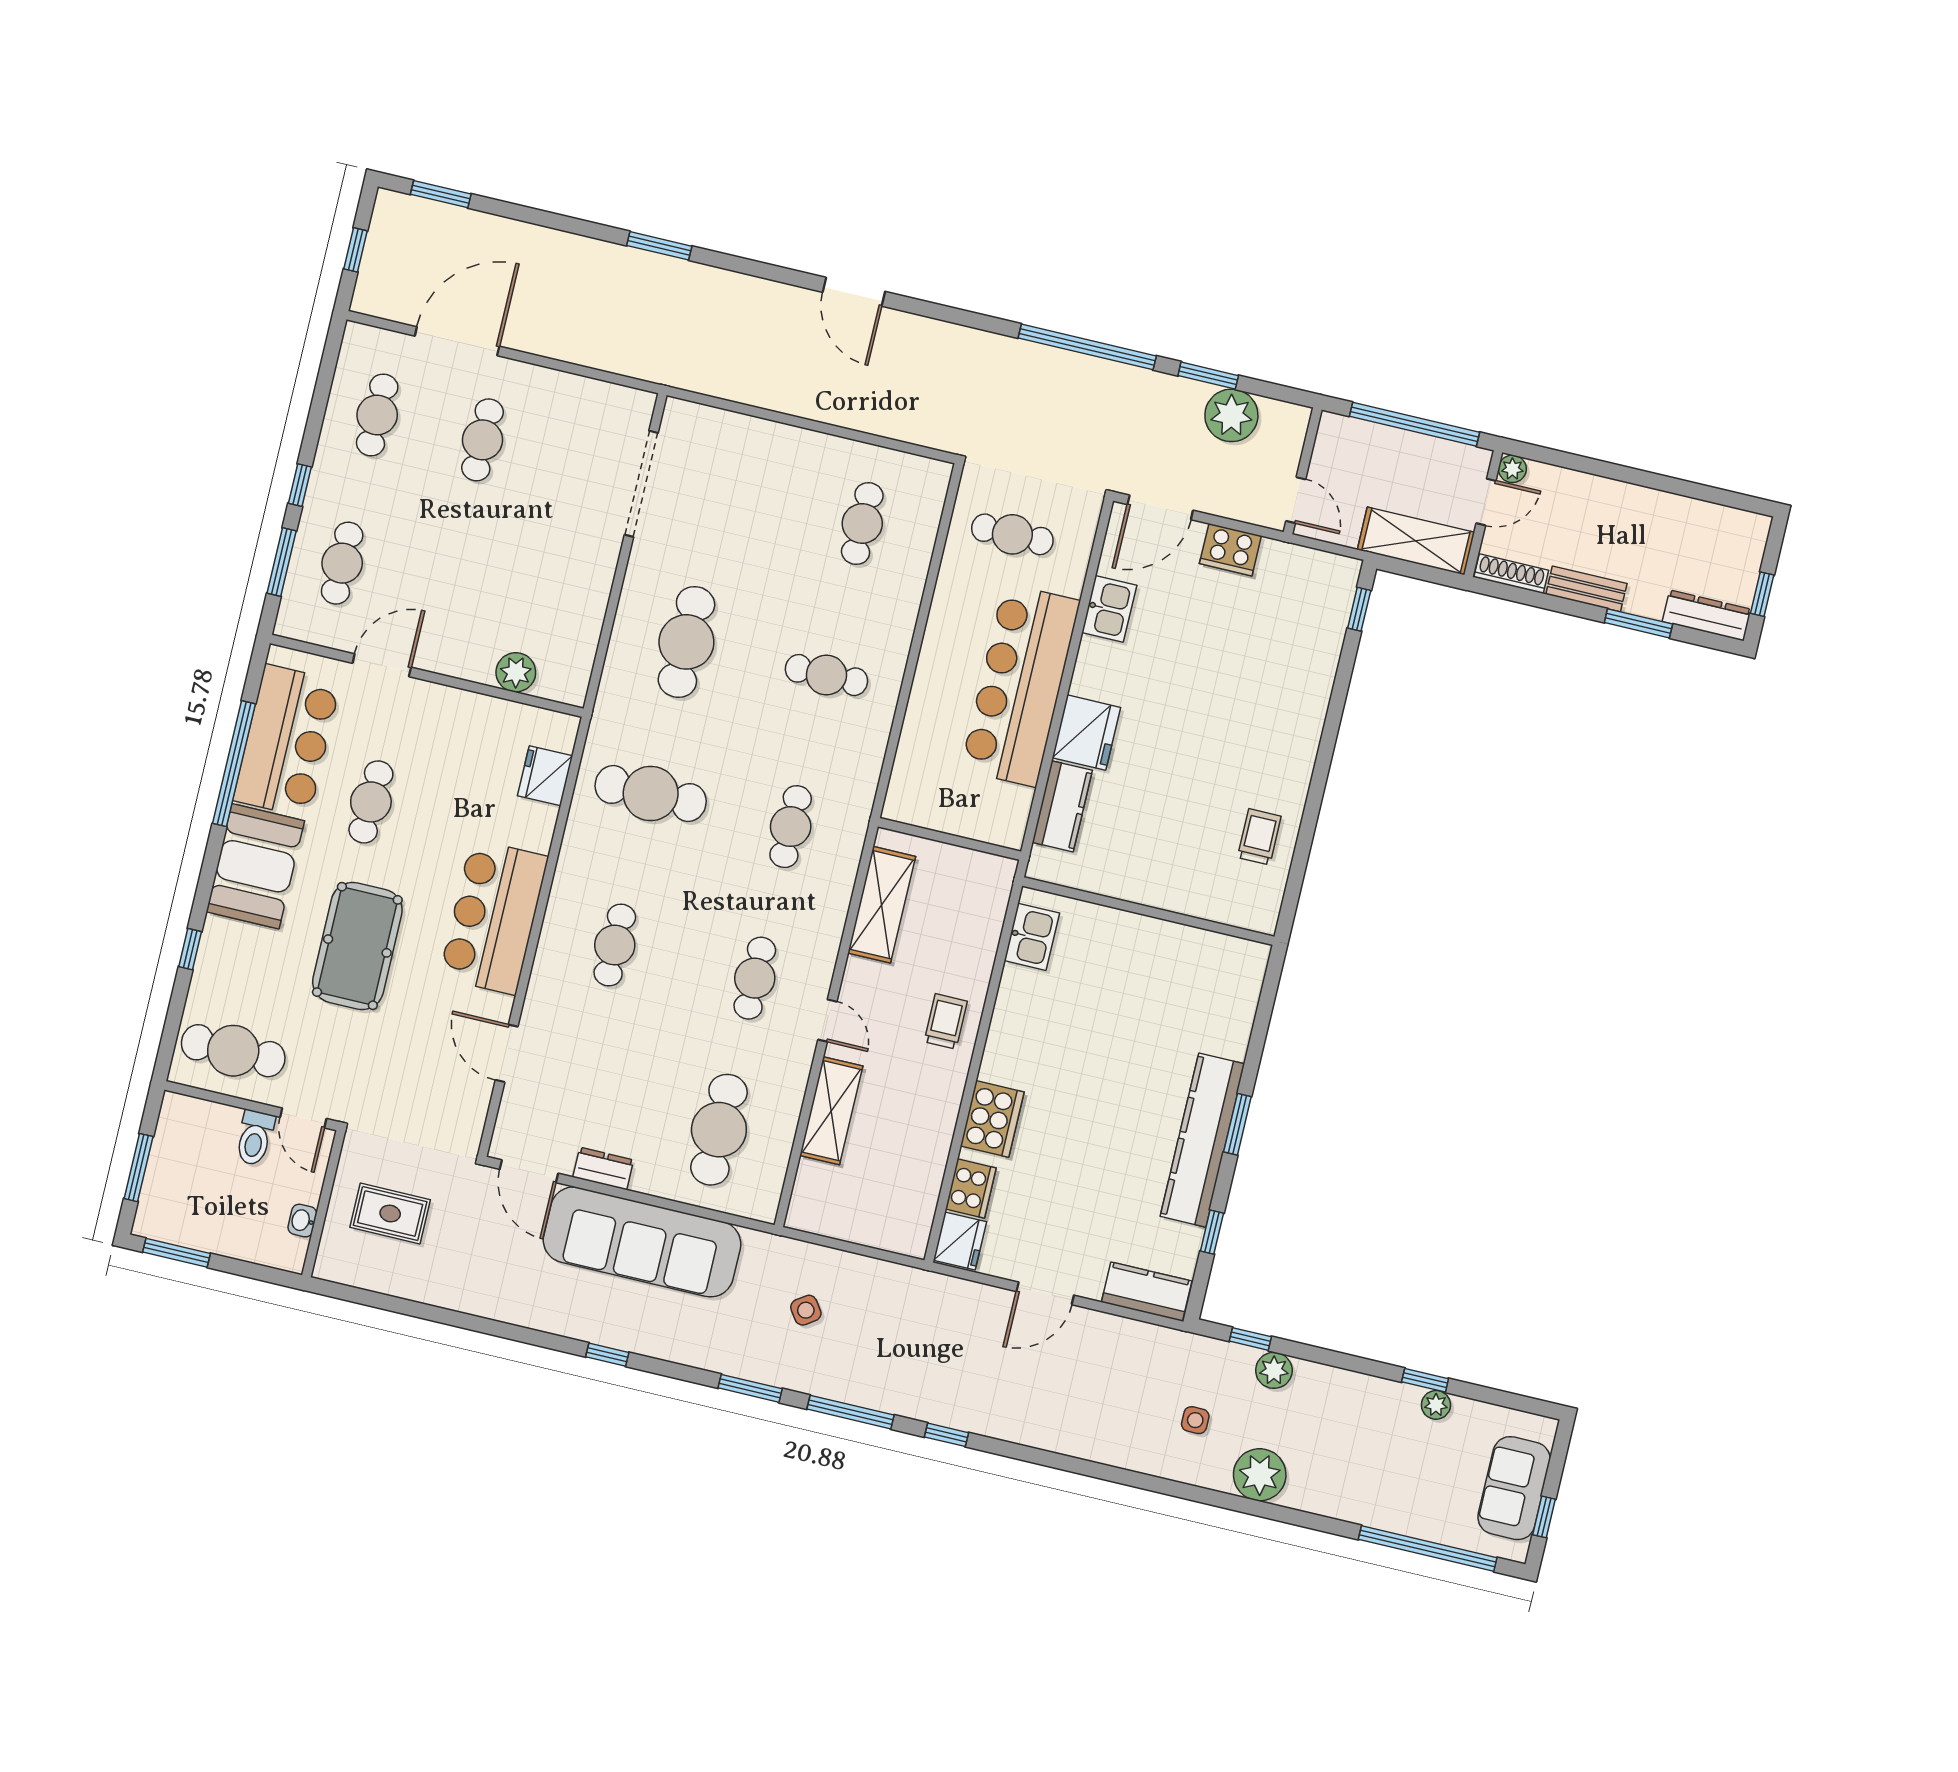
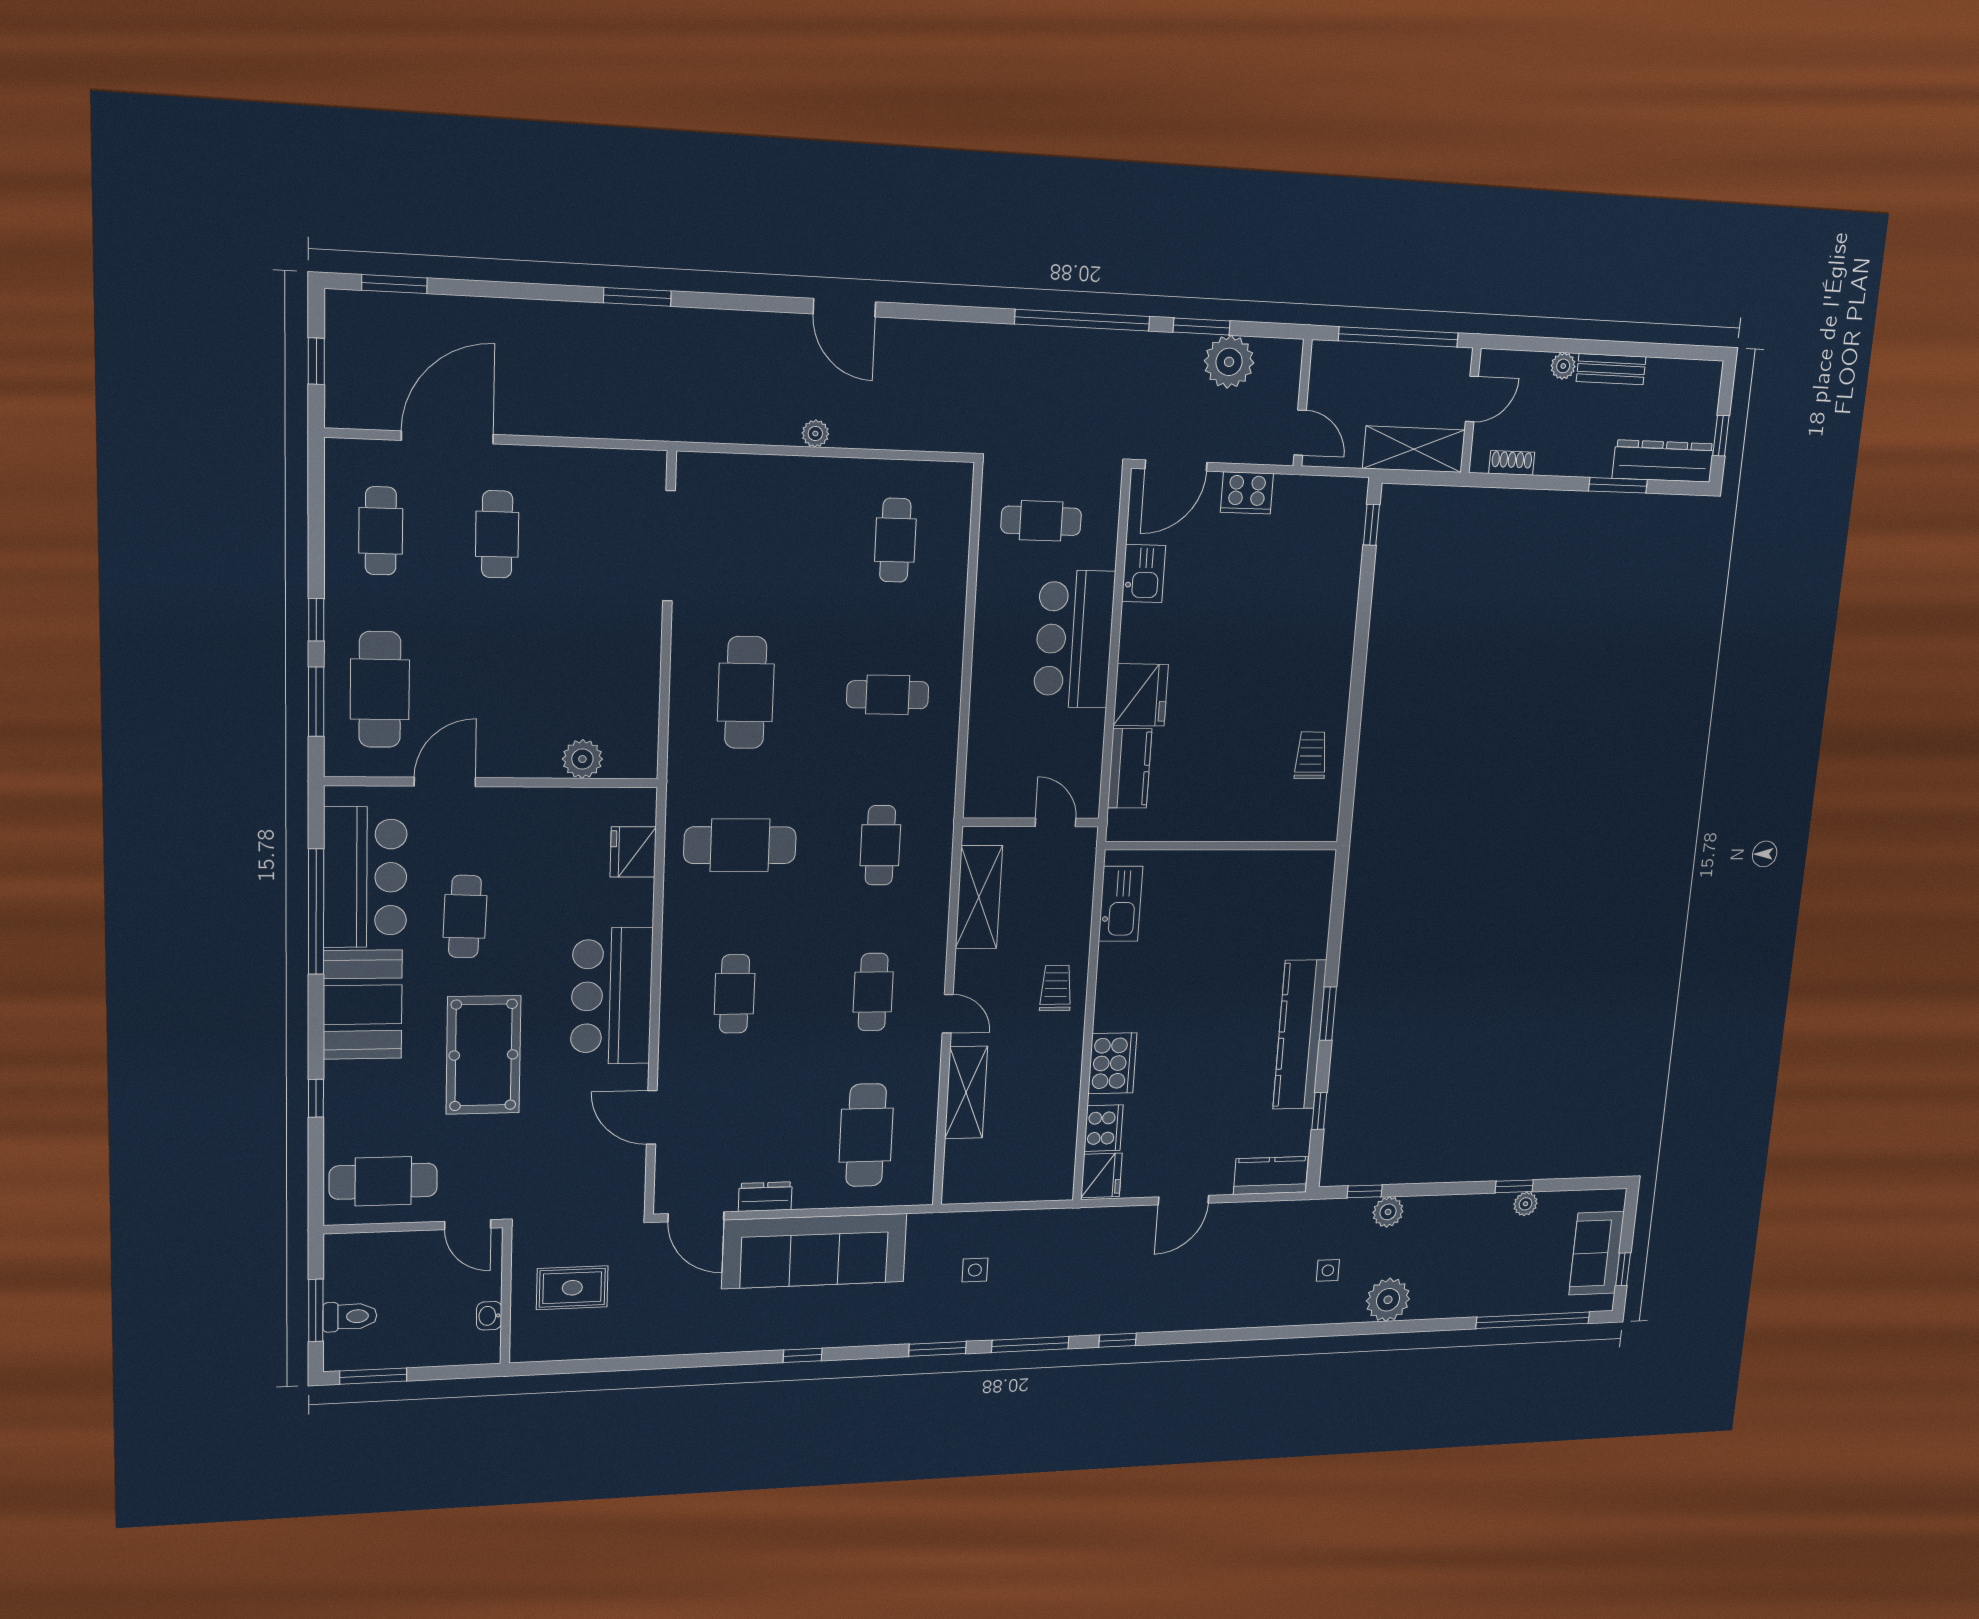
plant: (803, 405) -> (815, 433), added
plant: (1512, 469) -> (1563, 366), moved
cafe table: (342, 563) -> (380, 689), width x1.37, depth x1.35
shoe rack: (1511, 574) -> (1512, 463), width x0.70
bench: (1586, 589) -> (1611, 369), moved
dresser: (1707, 615) -> (1663, 461), width x1.37, depth x1.24
bar counter: (1020, 685) -> (1074, 639), width x0.73
door: (975, 845) -> (1056, 822), added
kitchen sink: (1032, 937) -> (1121, 904), width x1.38
toilet: (255, 1138) -> (350, 1317), moved, turned -90
side table: (806, 1310) -> (975, 1270), turned 35

